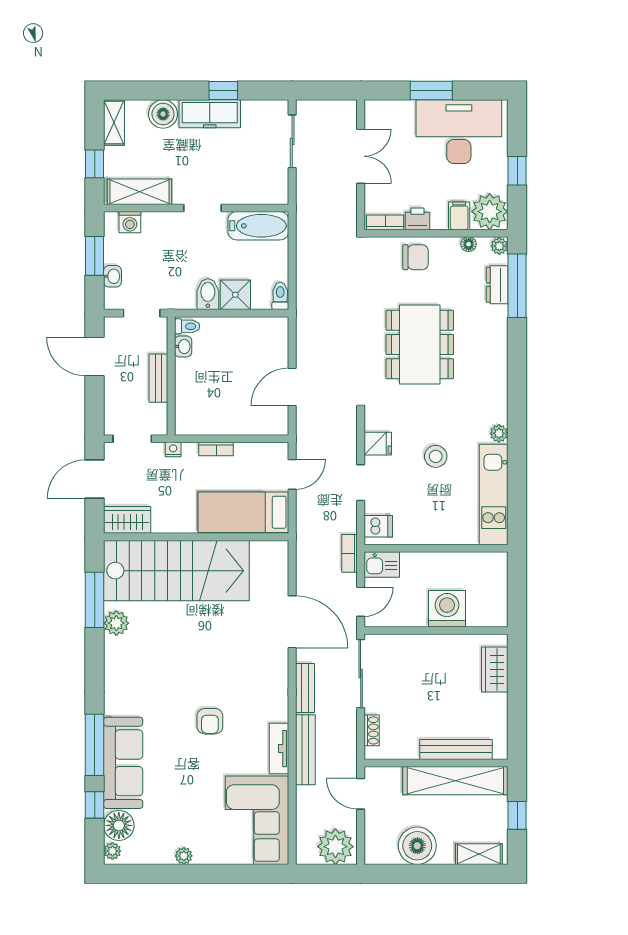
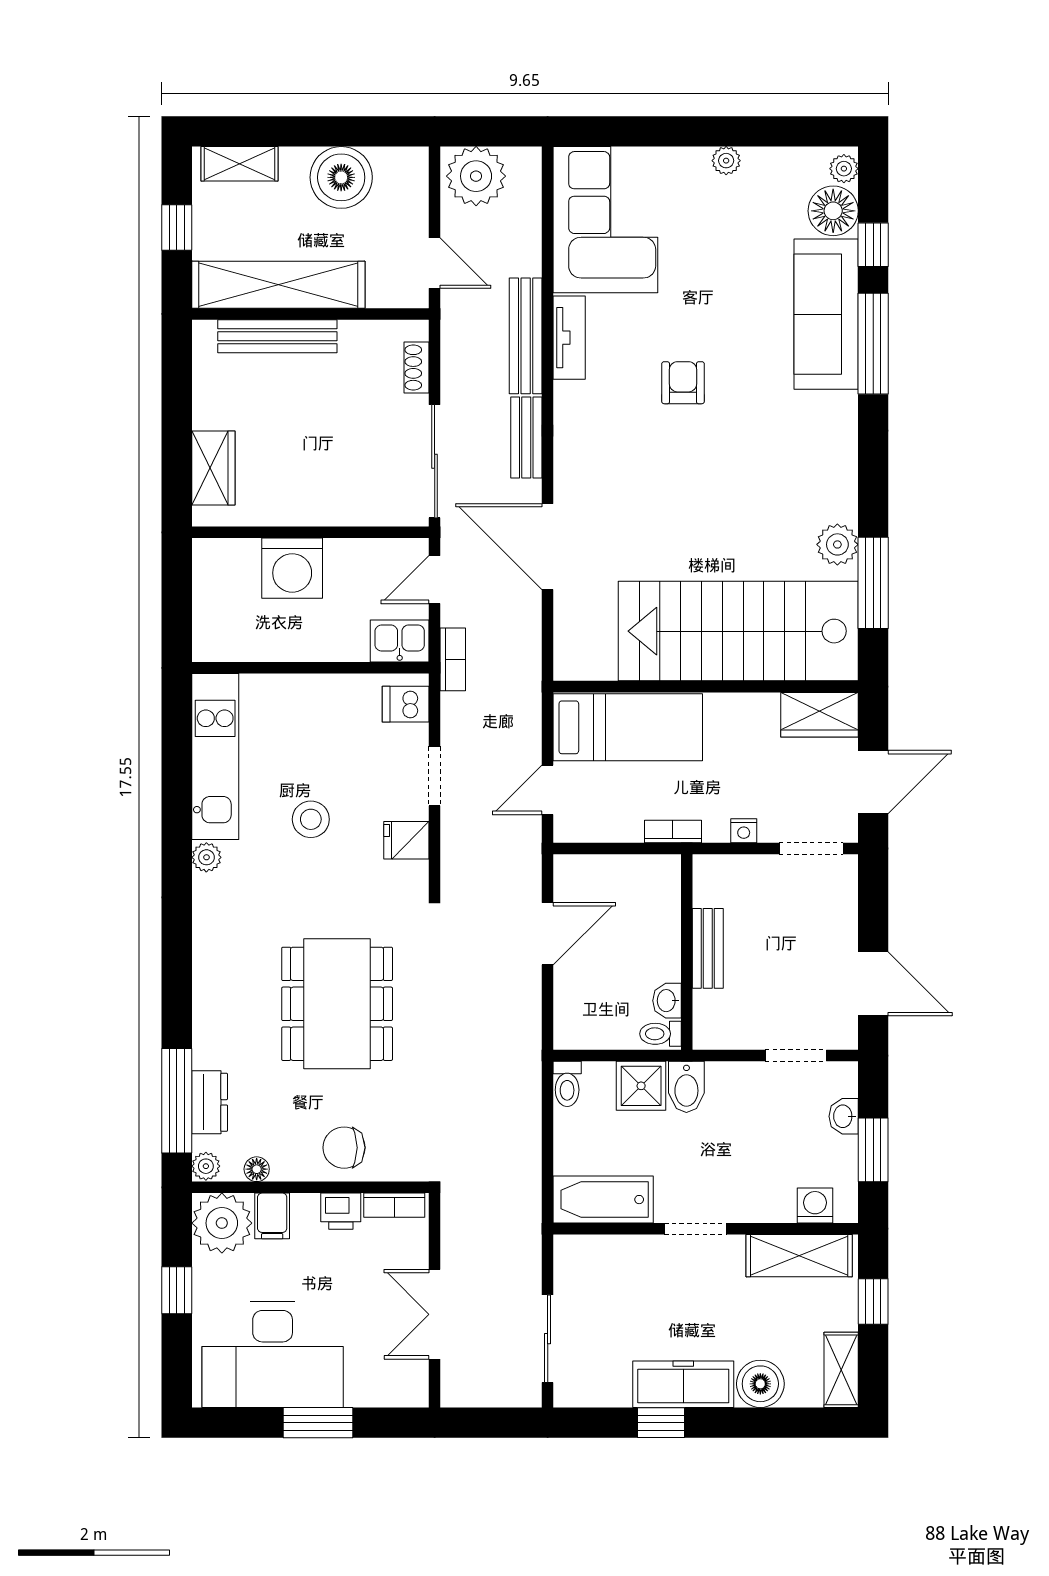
toilet: (187, 326) -> (660, 1034), moved
washbasin: (183, 346) -> (667, 1001), moved
wall: (171, 376) -> (687, 952), moved
bench: (158, 378) -> (708, 948), moved

